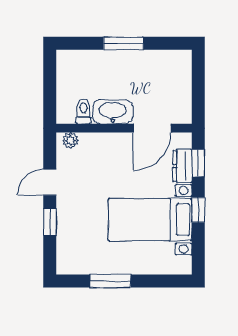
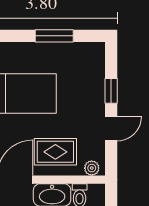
rug: (109, 158) -> (55, 152), added

